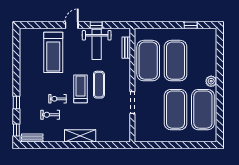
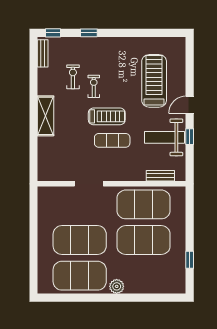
door: (72, 25) -> (190, 105), swing flipped
treadmill: (53, 52) -> (154, 81), turned 90

